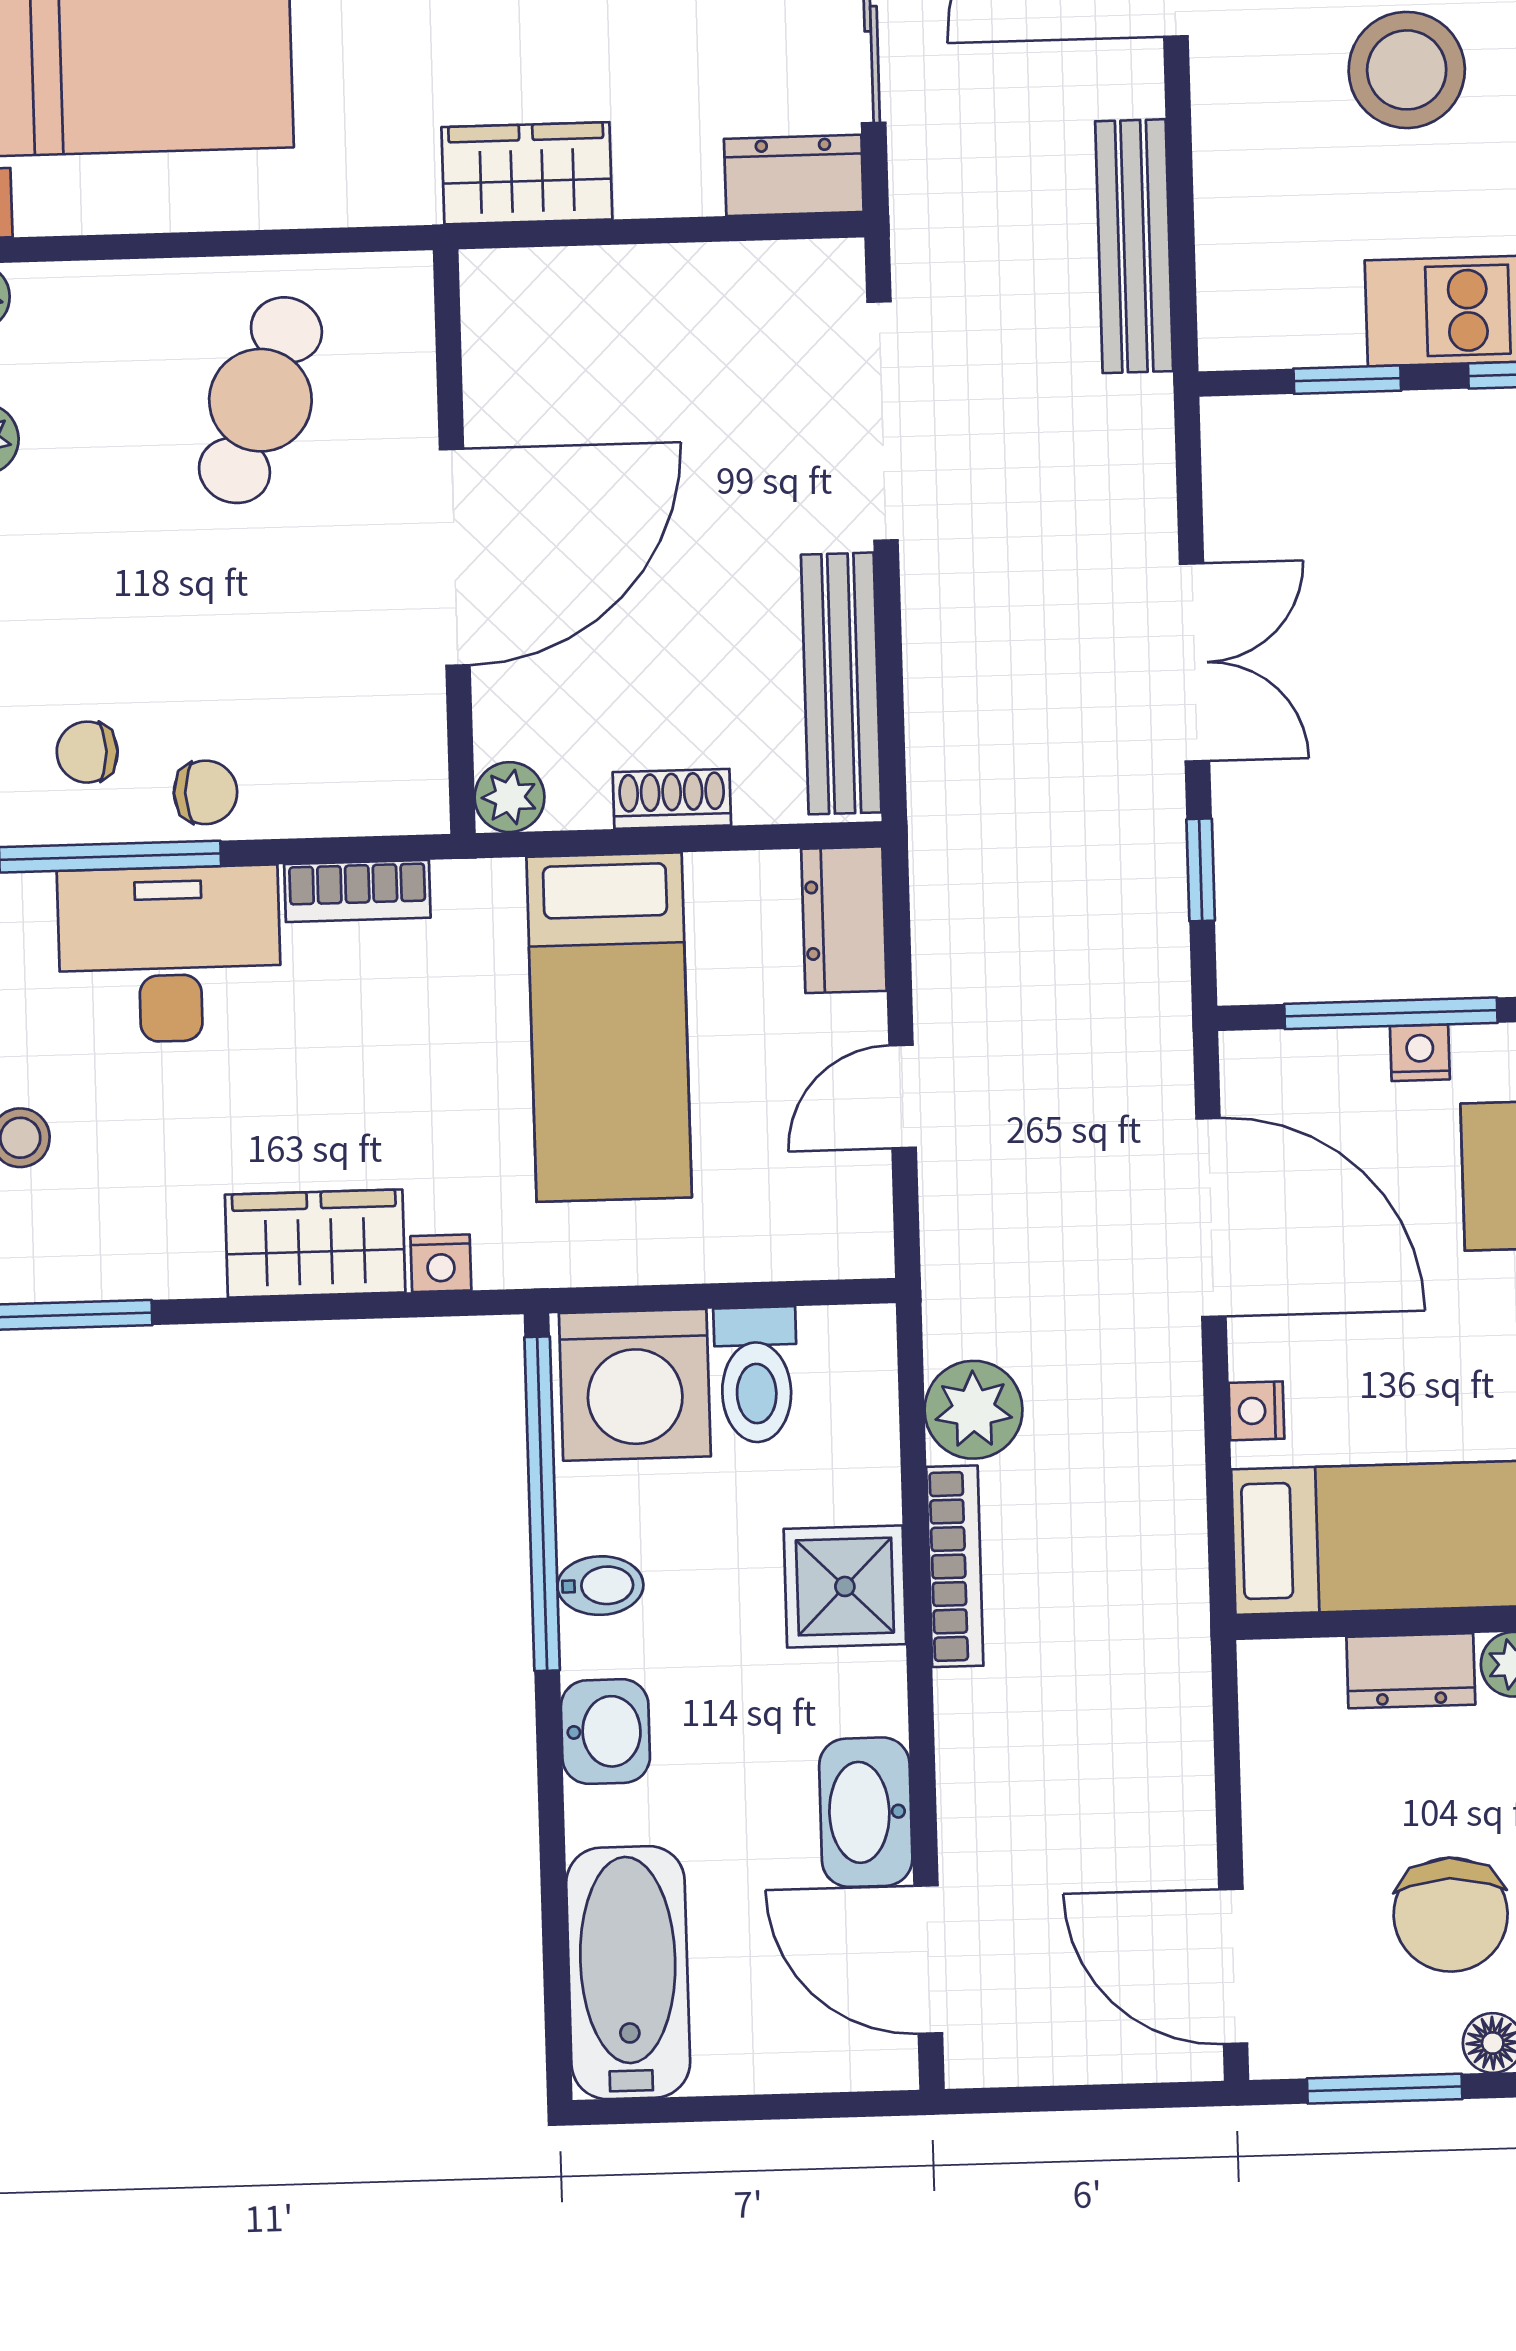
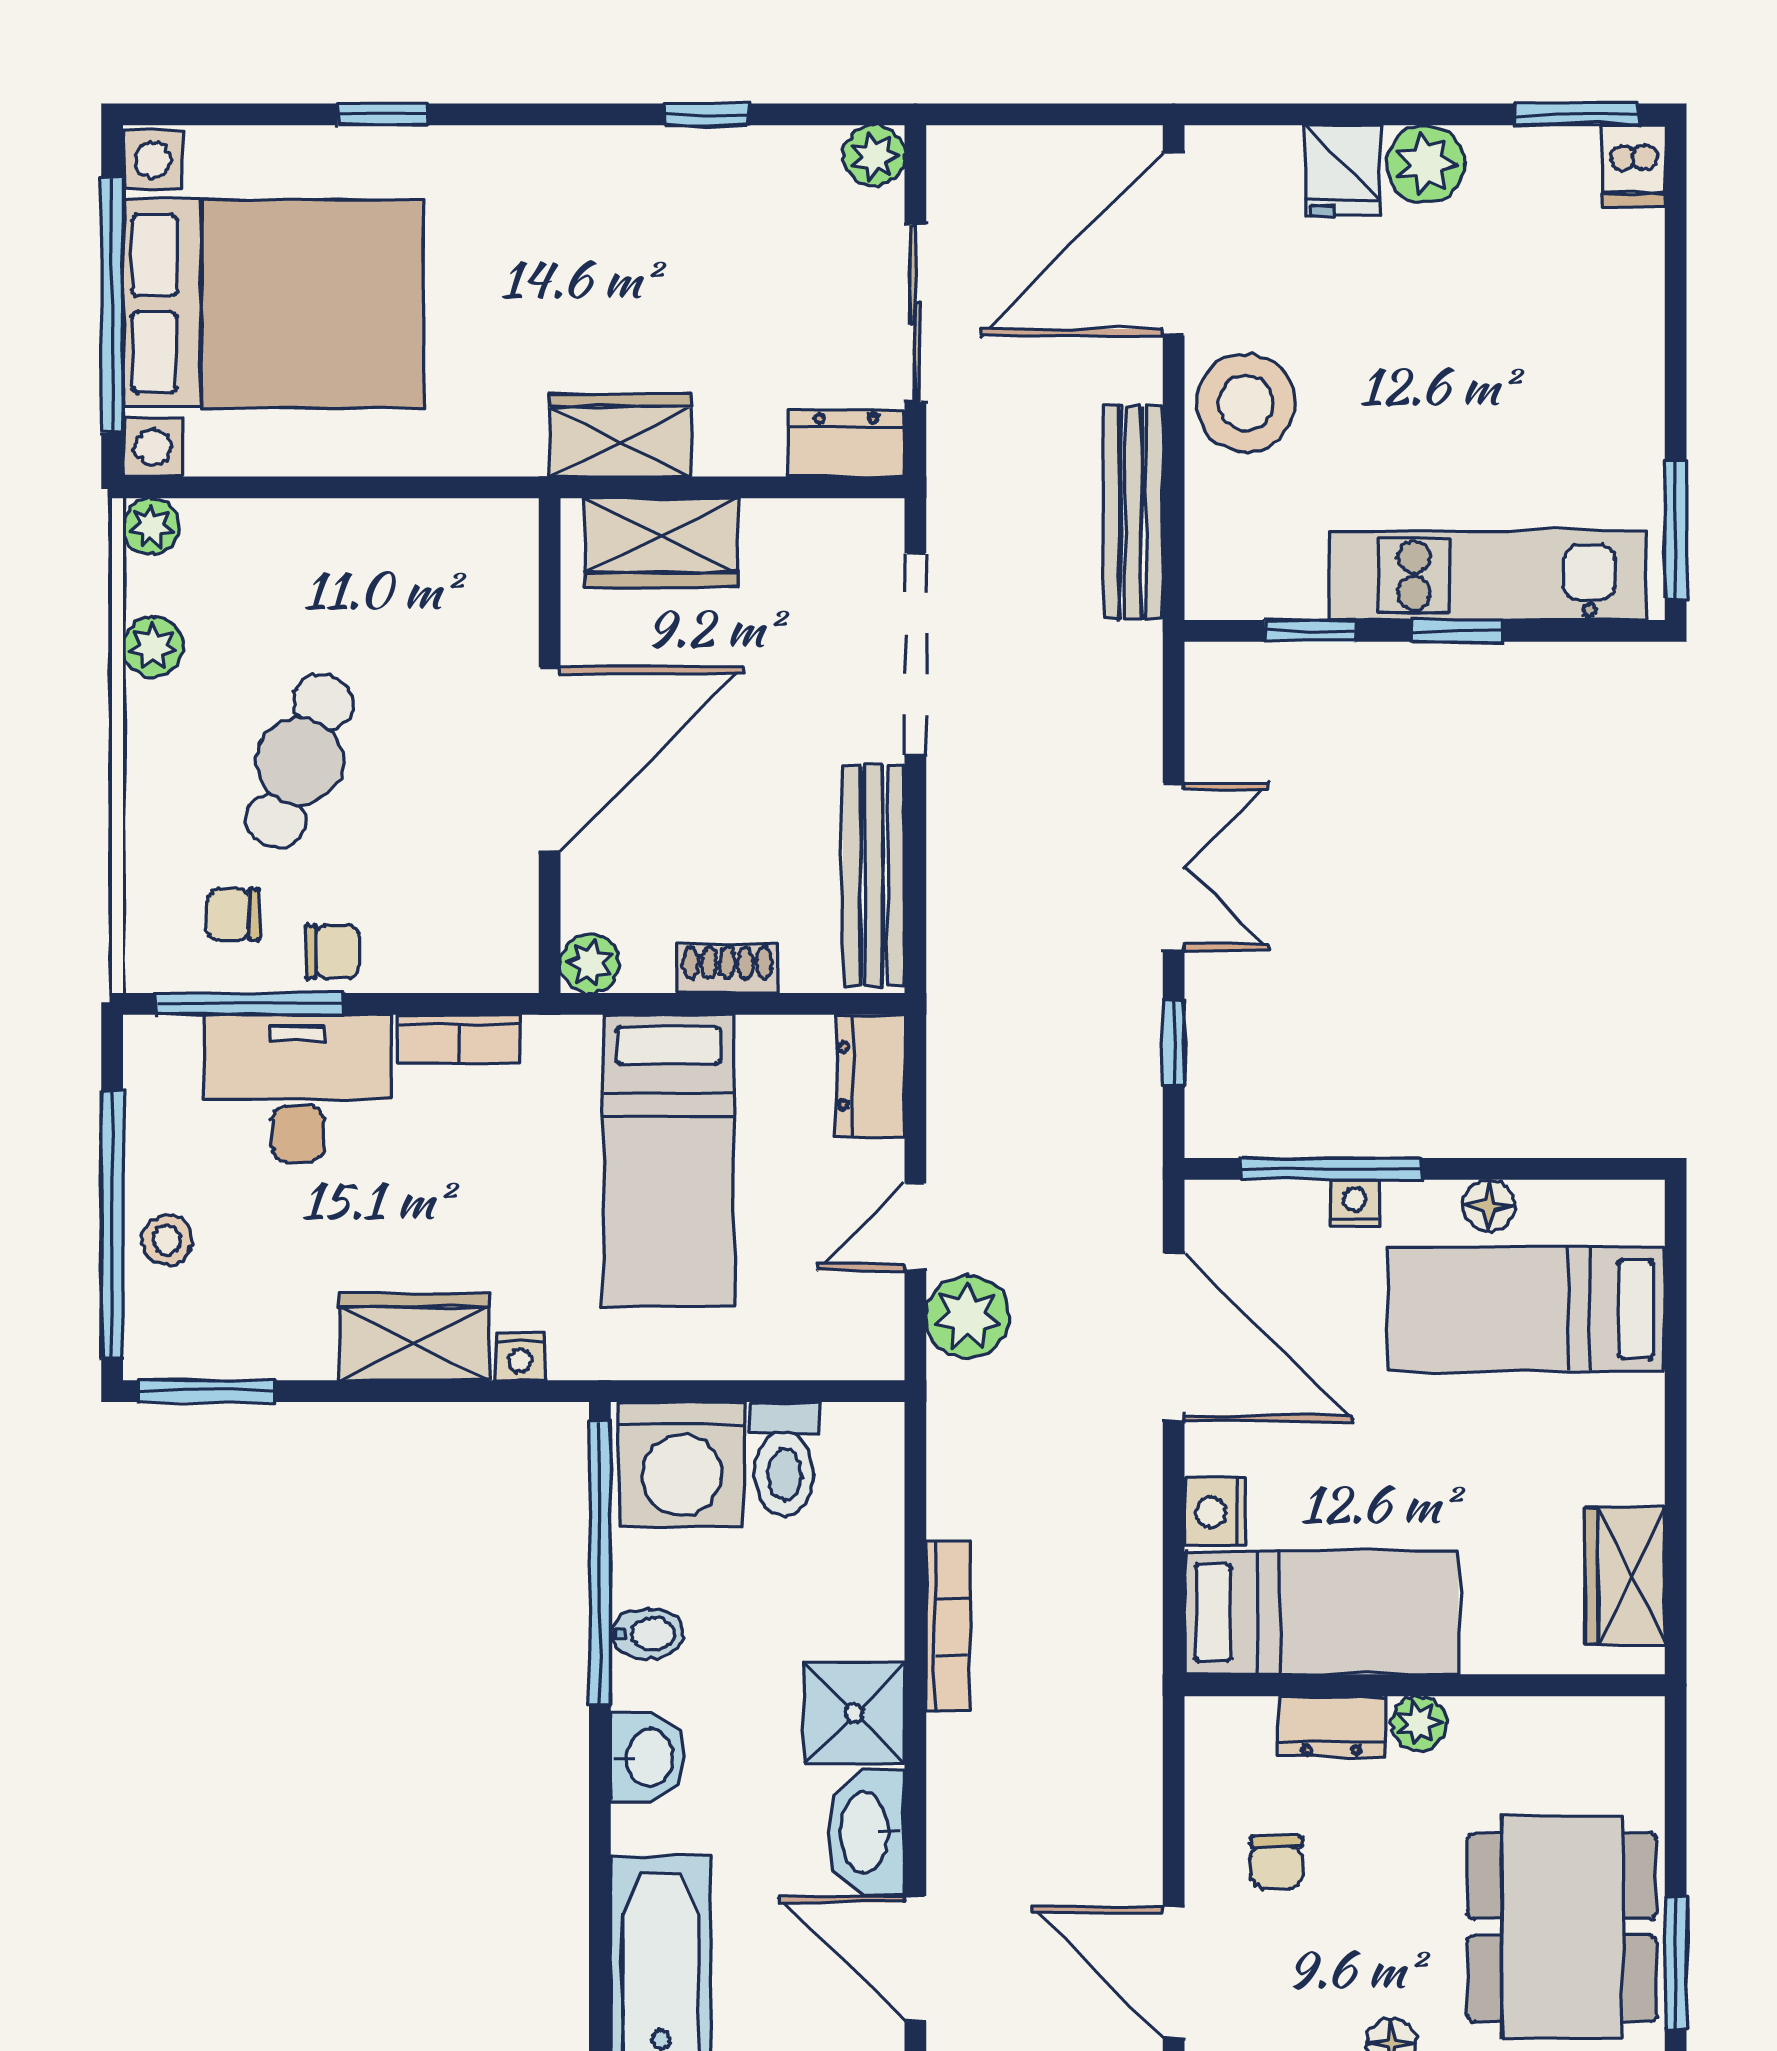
stool: (1407, 70) -> (1246, 403), moved
wardrobe: (579, 298) -> (661, 542), added
cafe table: (260, 400) -> (299, 761), moved
plant: (974, 1410) -> (968, 1317), moved
nightstand: (1256, 1411) -> (1215, 1512), width x1.39, depth x1.35
shower: (845, 1586) -> (854, 1713), moved
chair: (1451, 1915) -> (1276, 1862), moved, width x0.54, depth x0.54

